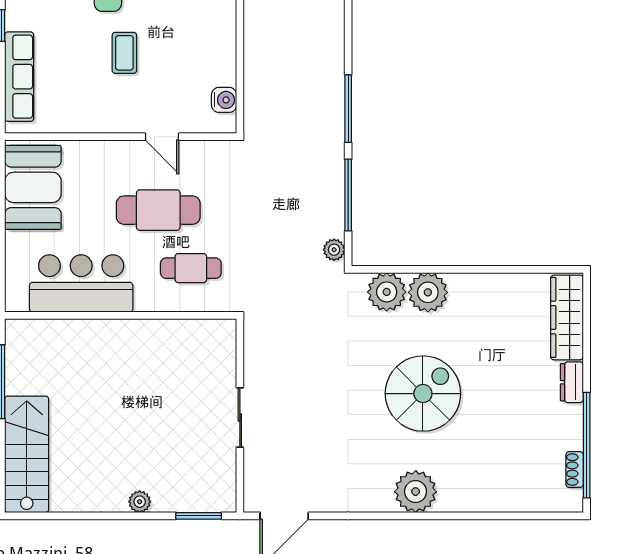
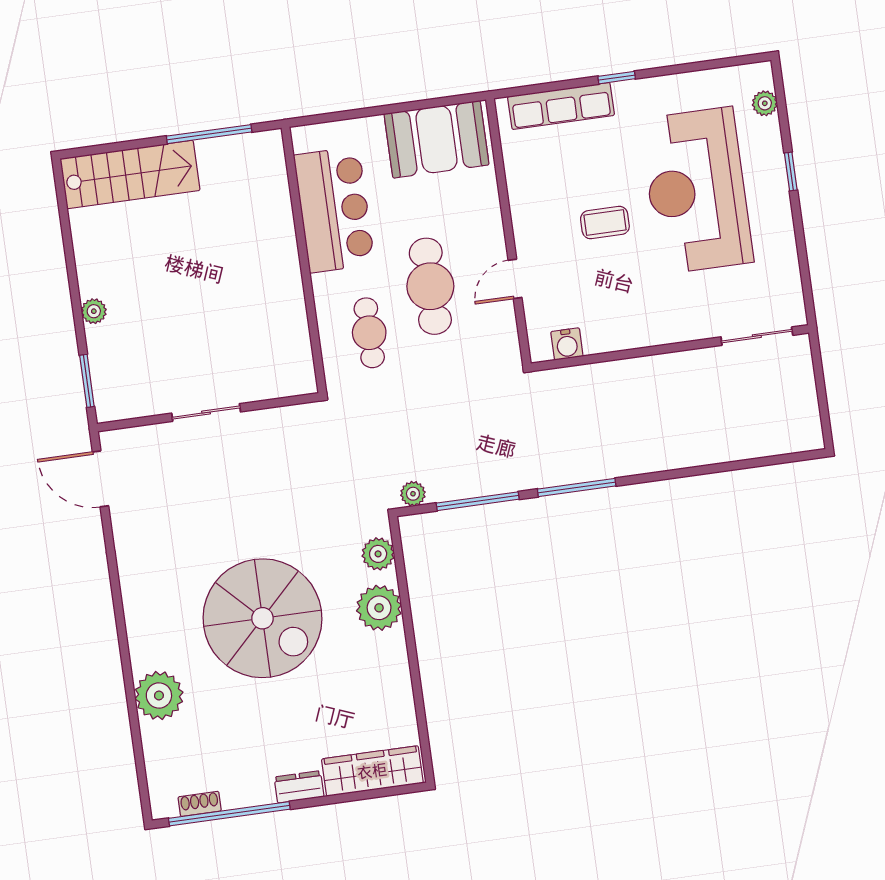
plant: (387, 292) -> (378, 554), width x0.73, depth x0.73
spiral stairs: (423, 394) -> (262, 618), width x1.37, depth x1.37
plant: (416, 492) -> (159, 695), moved

